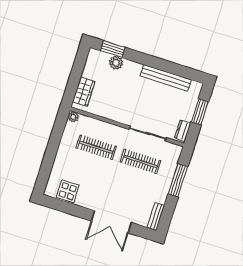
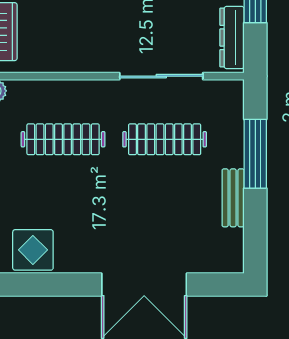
dresser: (183, 131) -> (232, 38), width x1.44
bench: (156, 217) -> (233, 198), moved

